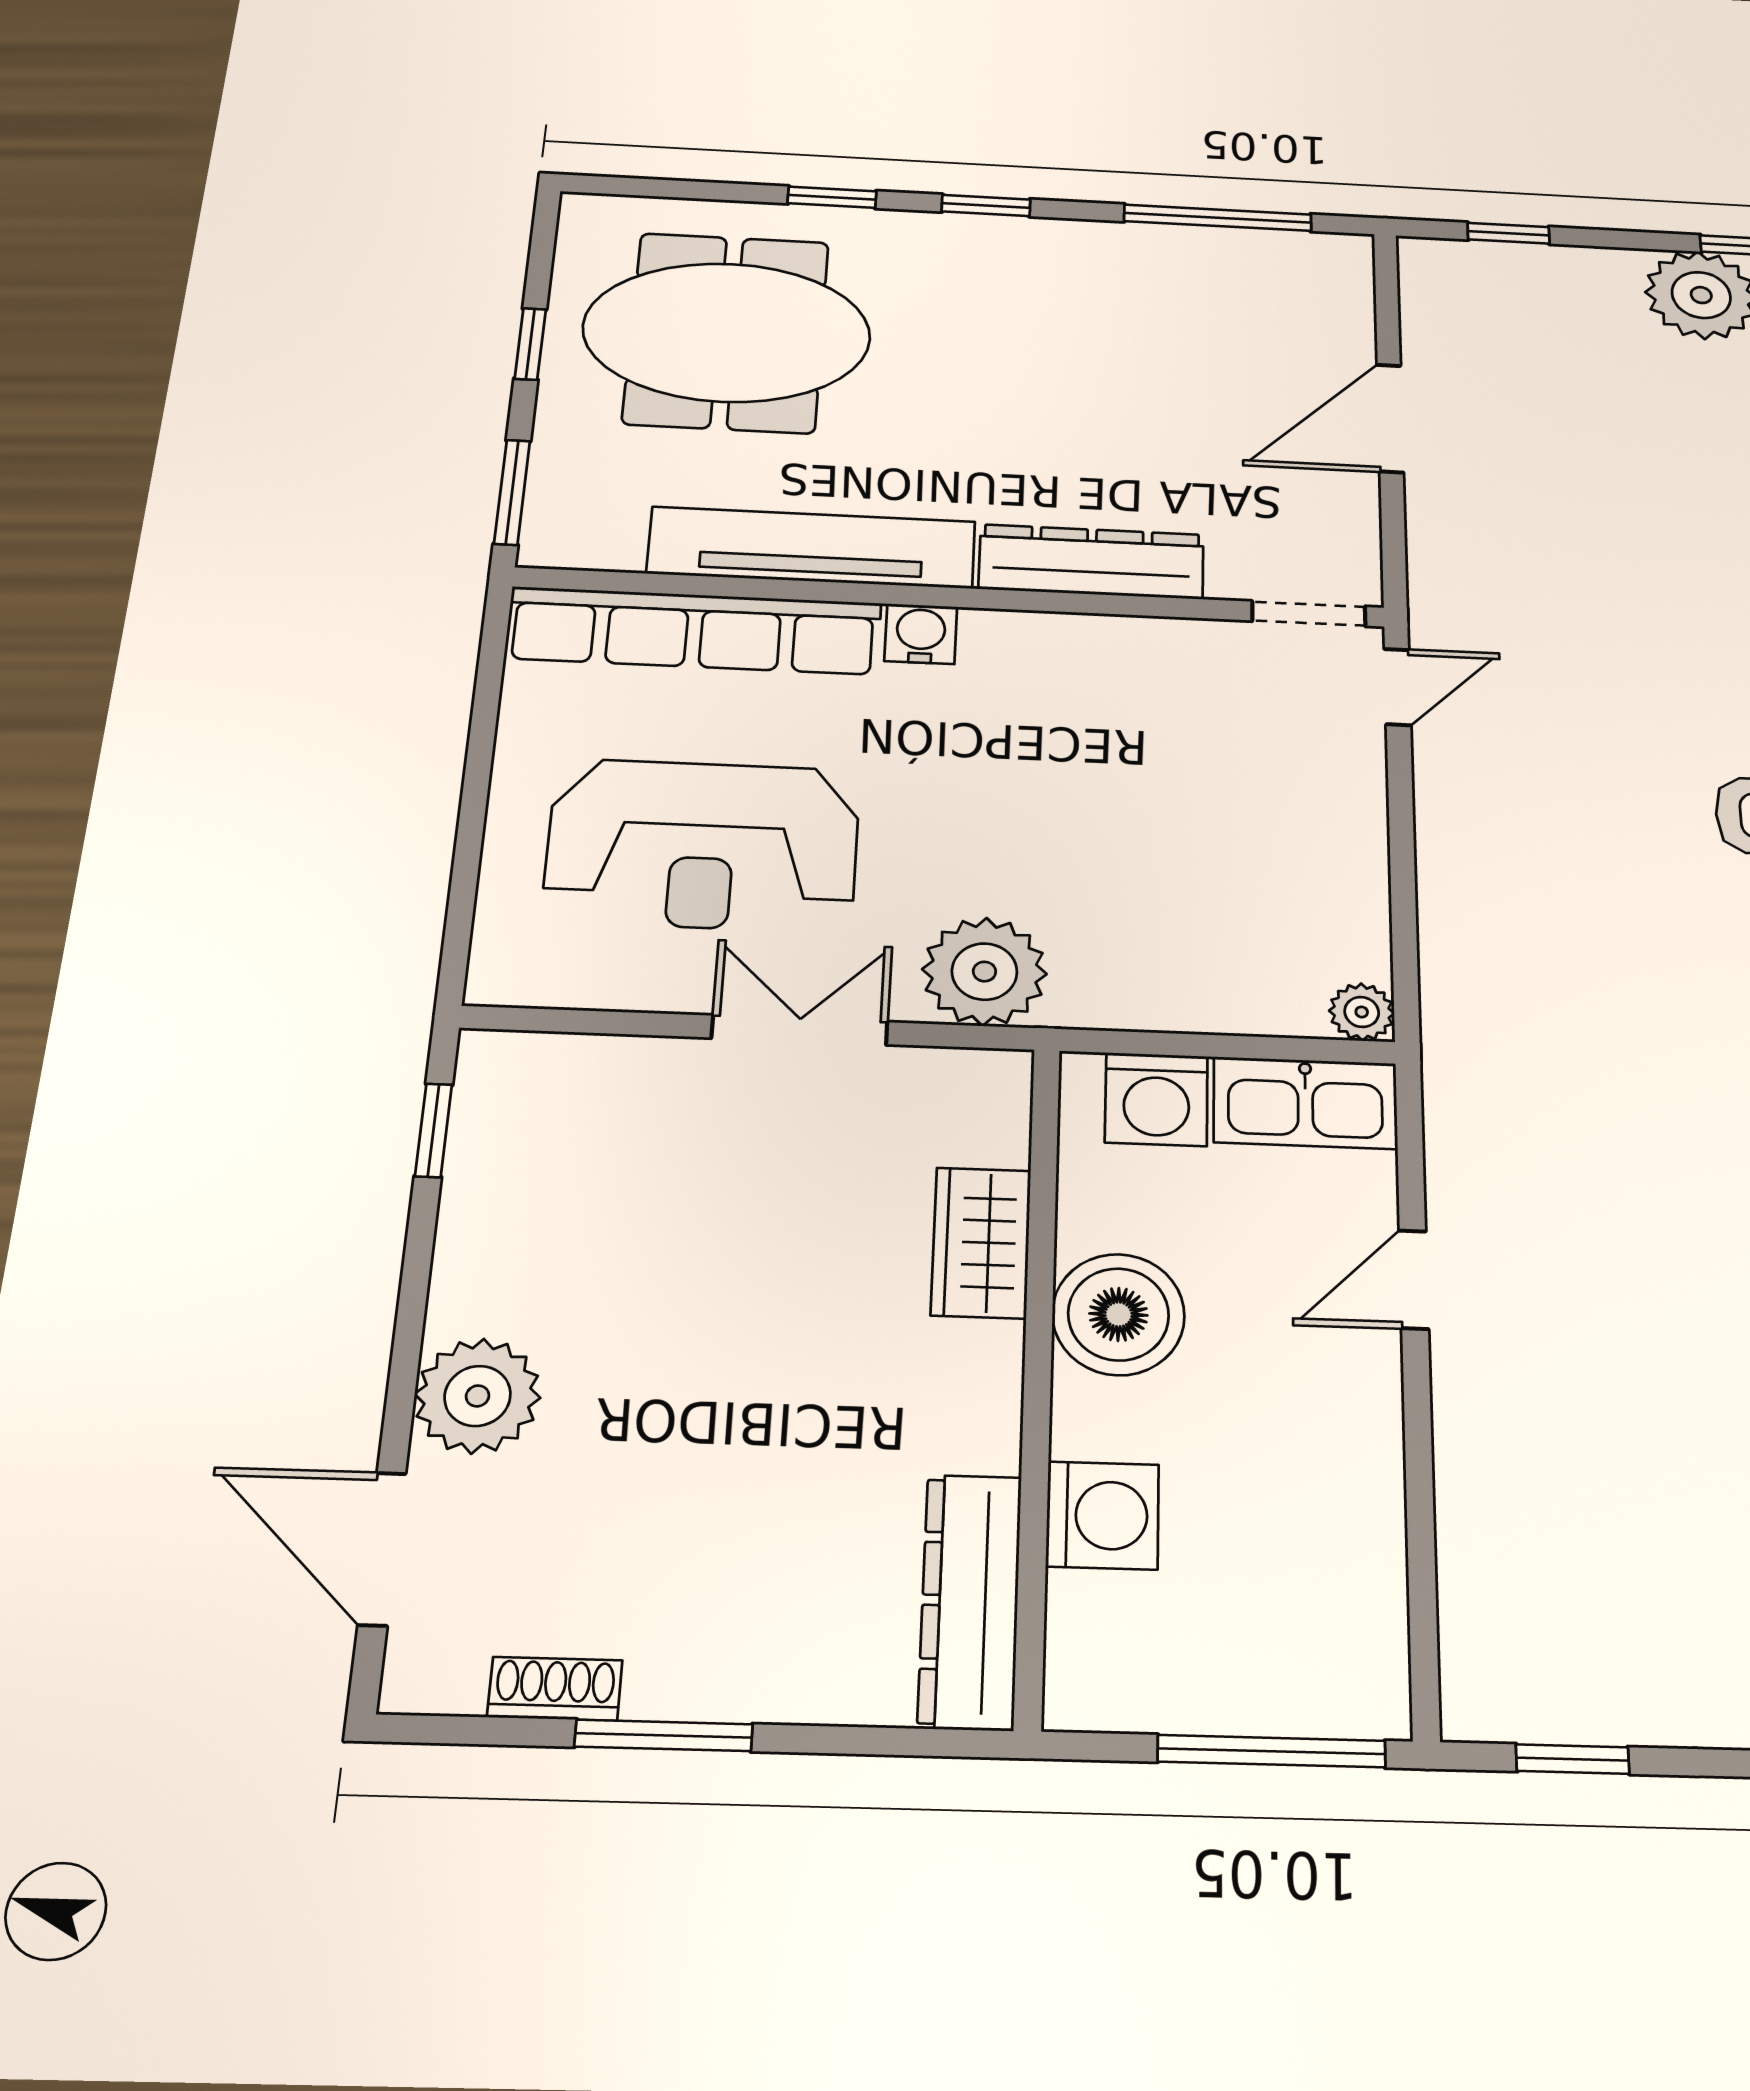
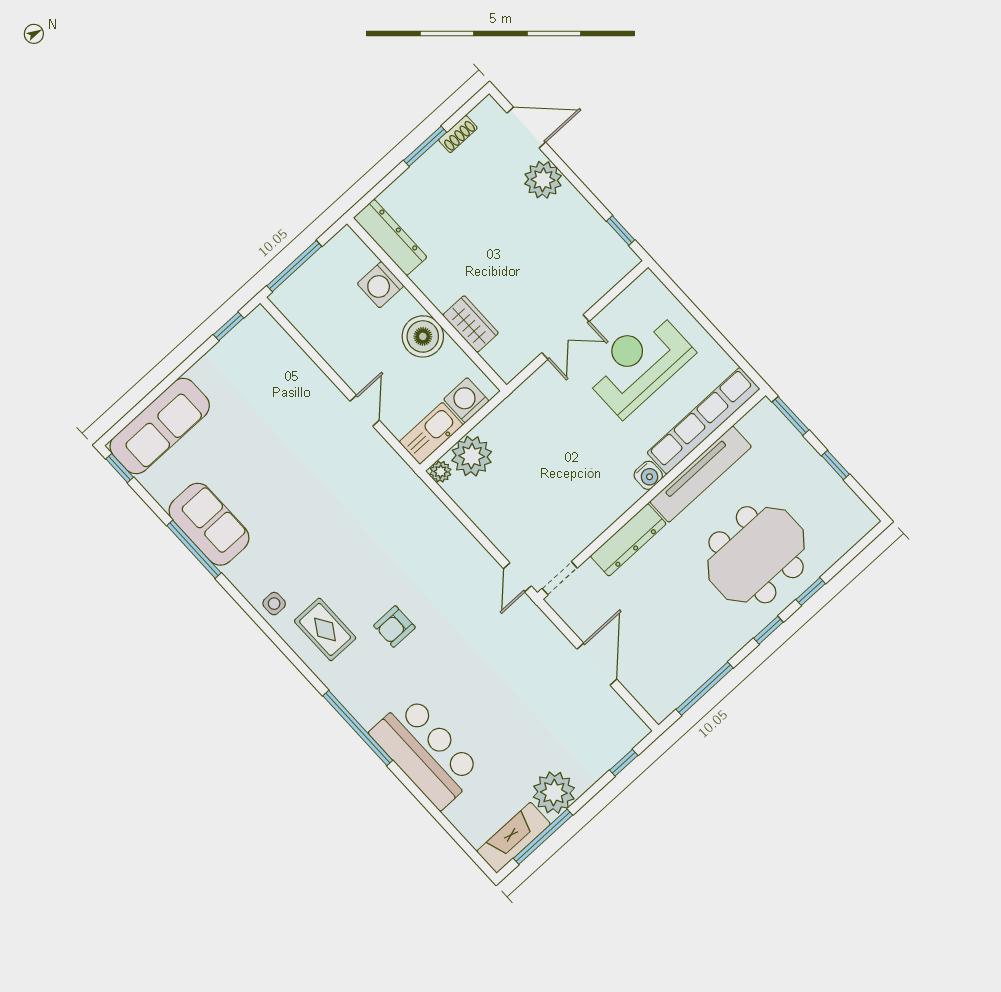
meeting table: (727, 332) -> (756, 555), moved
plant: (984, 972) -> (472, 456), moved

